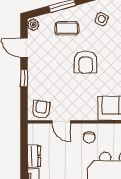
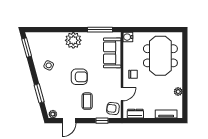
coffee table: (67, 28) -> (87, 101), moved
window: (24, 78) -> (102, 121), moved
dresser: (34, 156) -> (135, 114), moved

